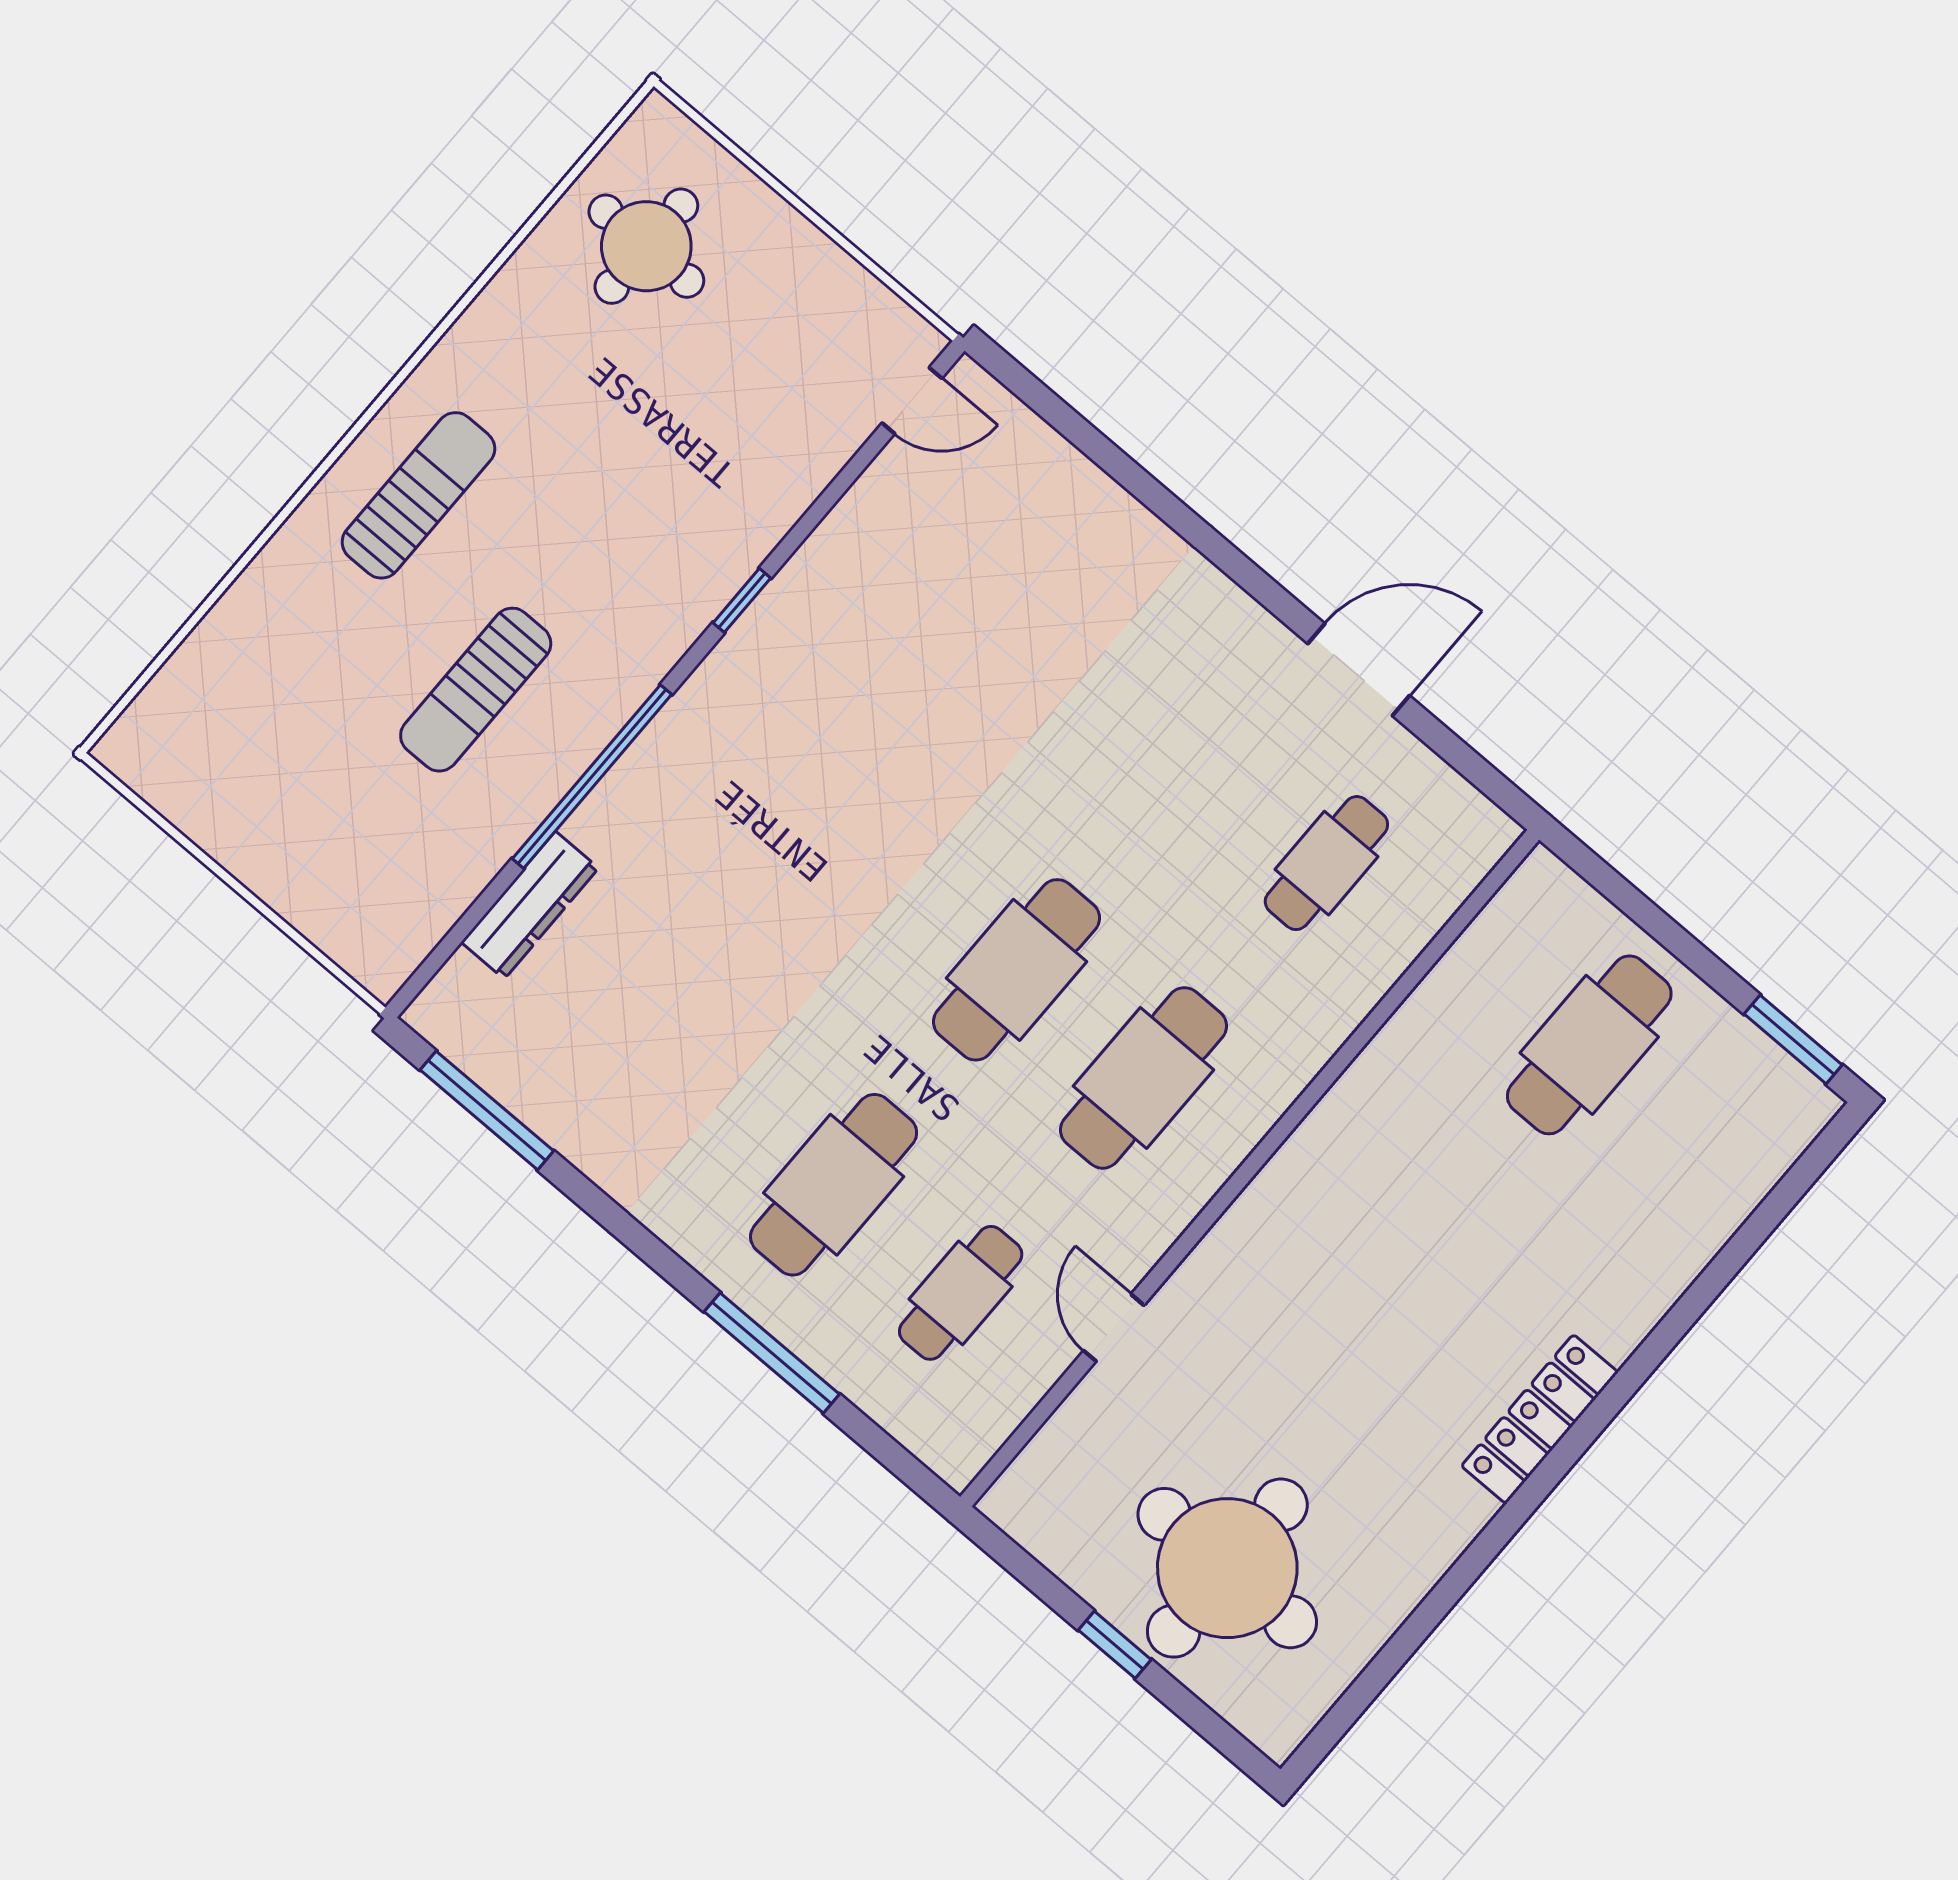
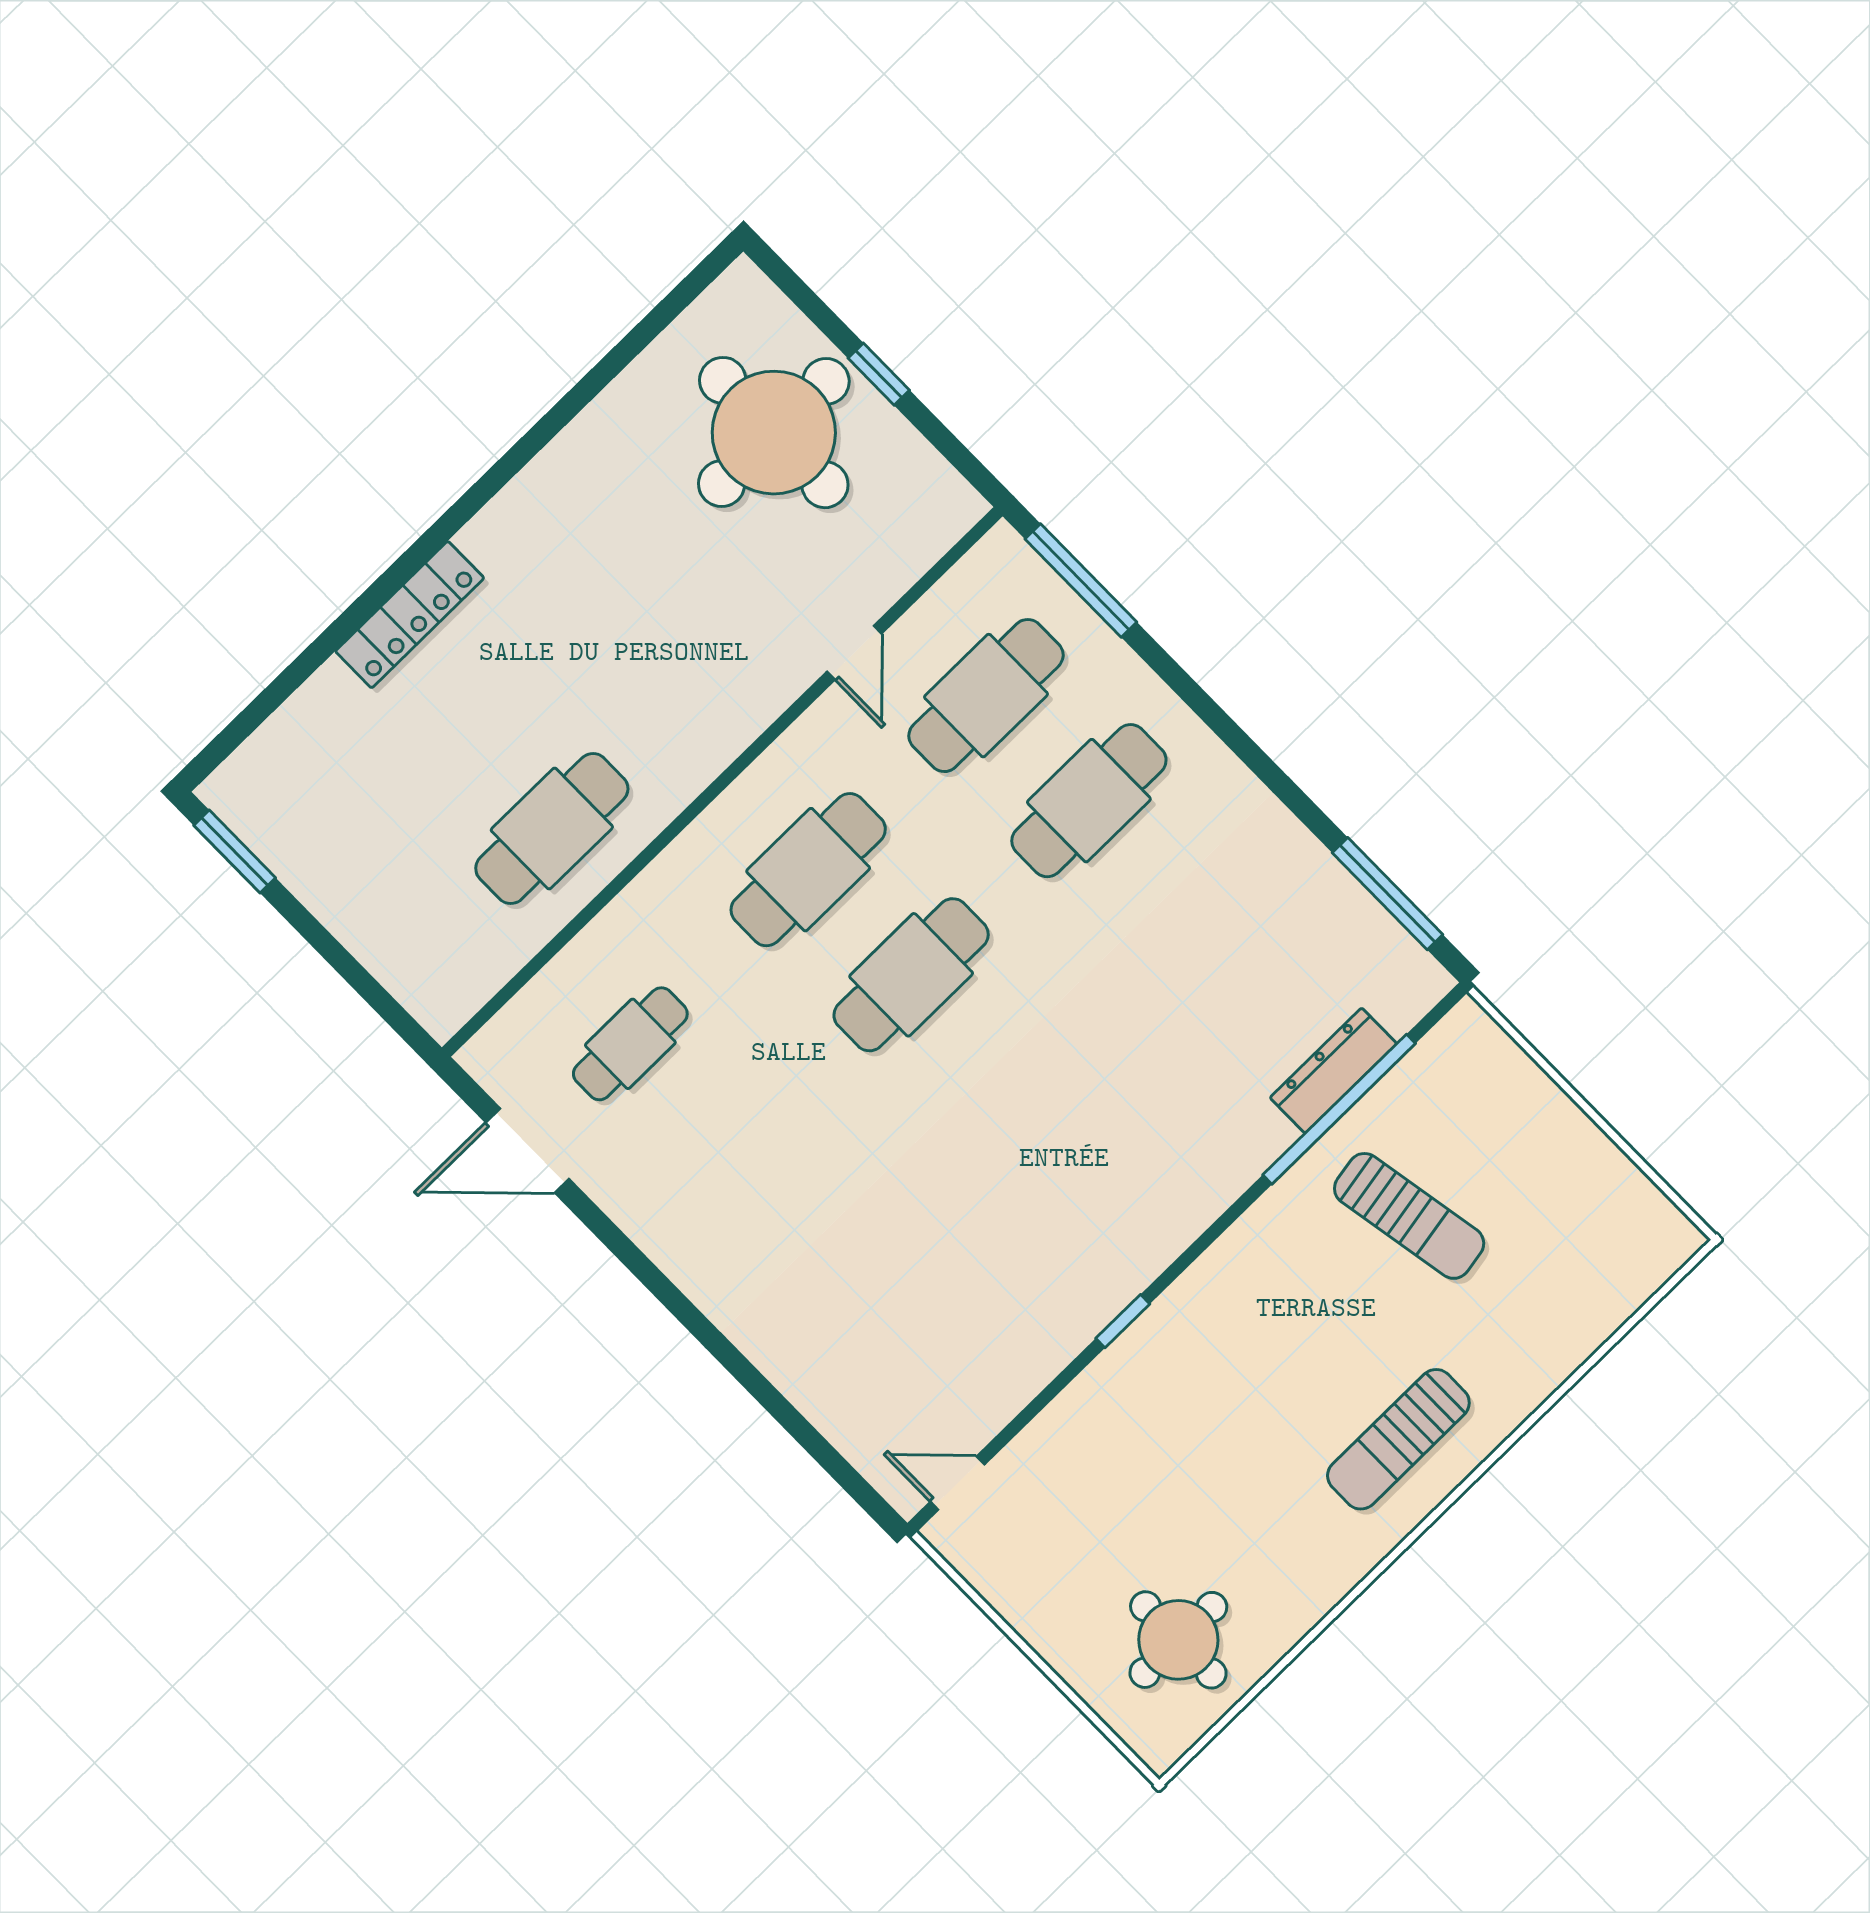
door: (1359, 670) -> (528, 1151), moved
sun lounger: (476, 690) -> (1409, 1216), moved, turned 80
window: (592, 777) -> (1339, 1109), moved
cafe table: (1589, 1045) -> (552, 829), moved
cafe table: (961, 1293) -> (986, 696), width x1.37, depth x1.35
window: (772, 1353) -> (1081, 581), moved
locker: (1540, 1419) -> (410, 615), moved

